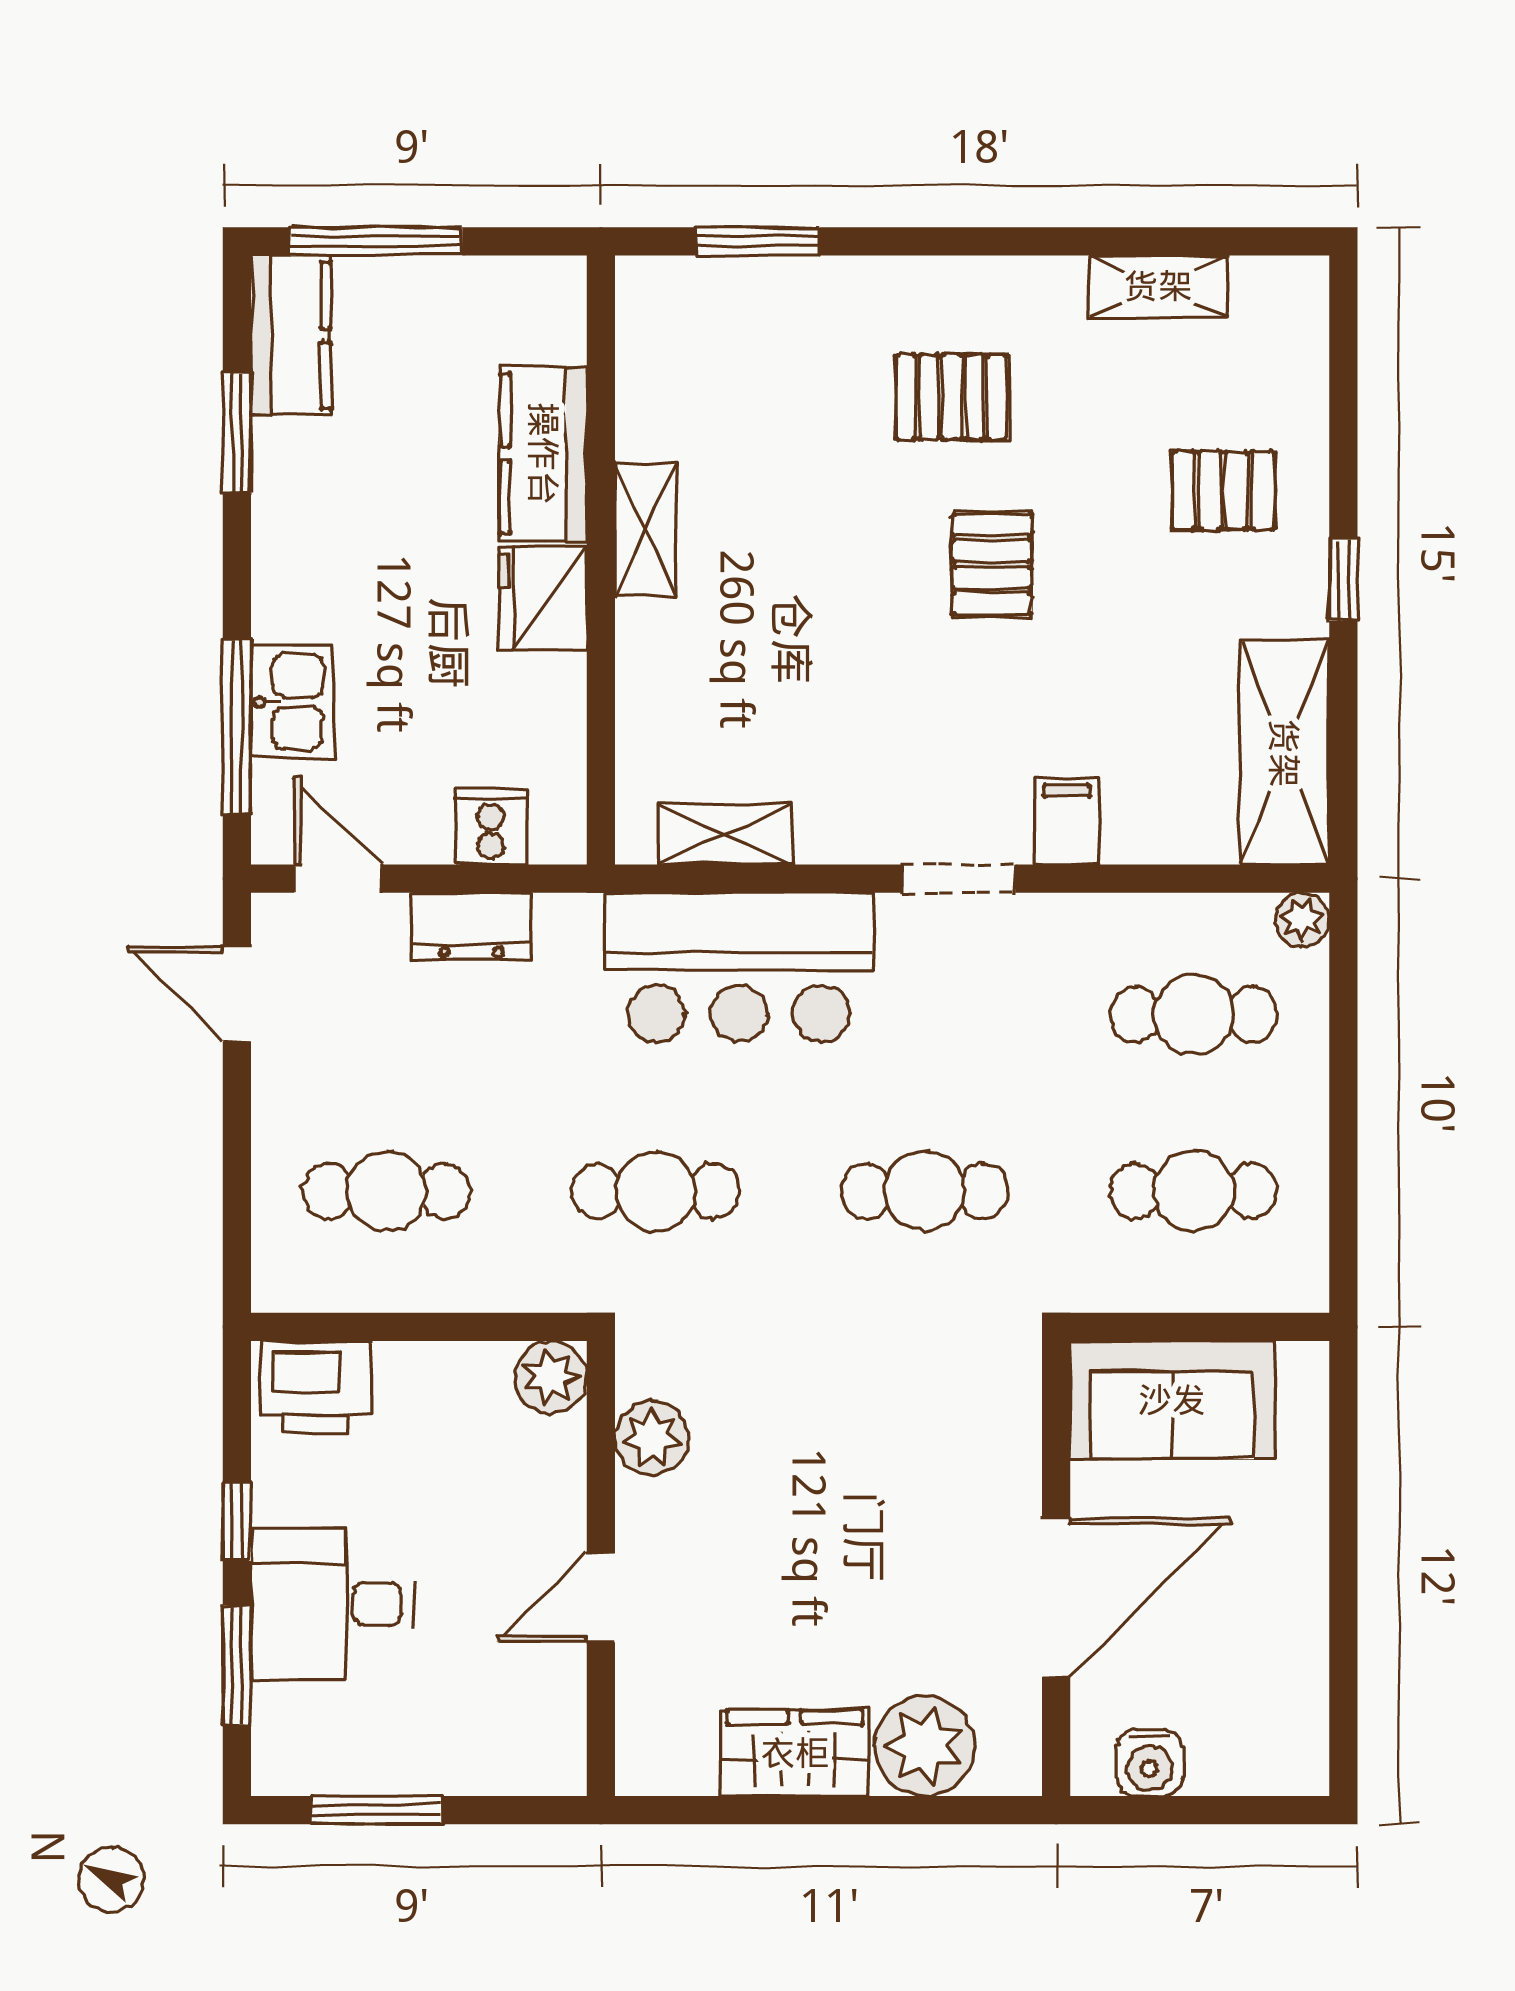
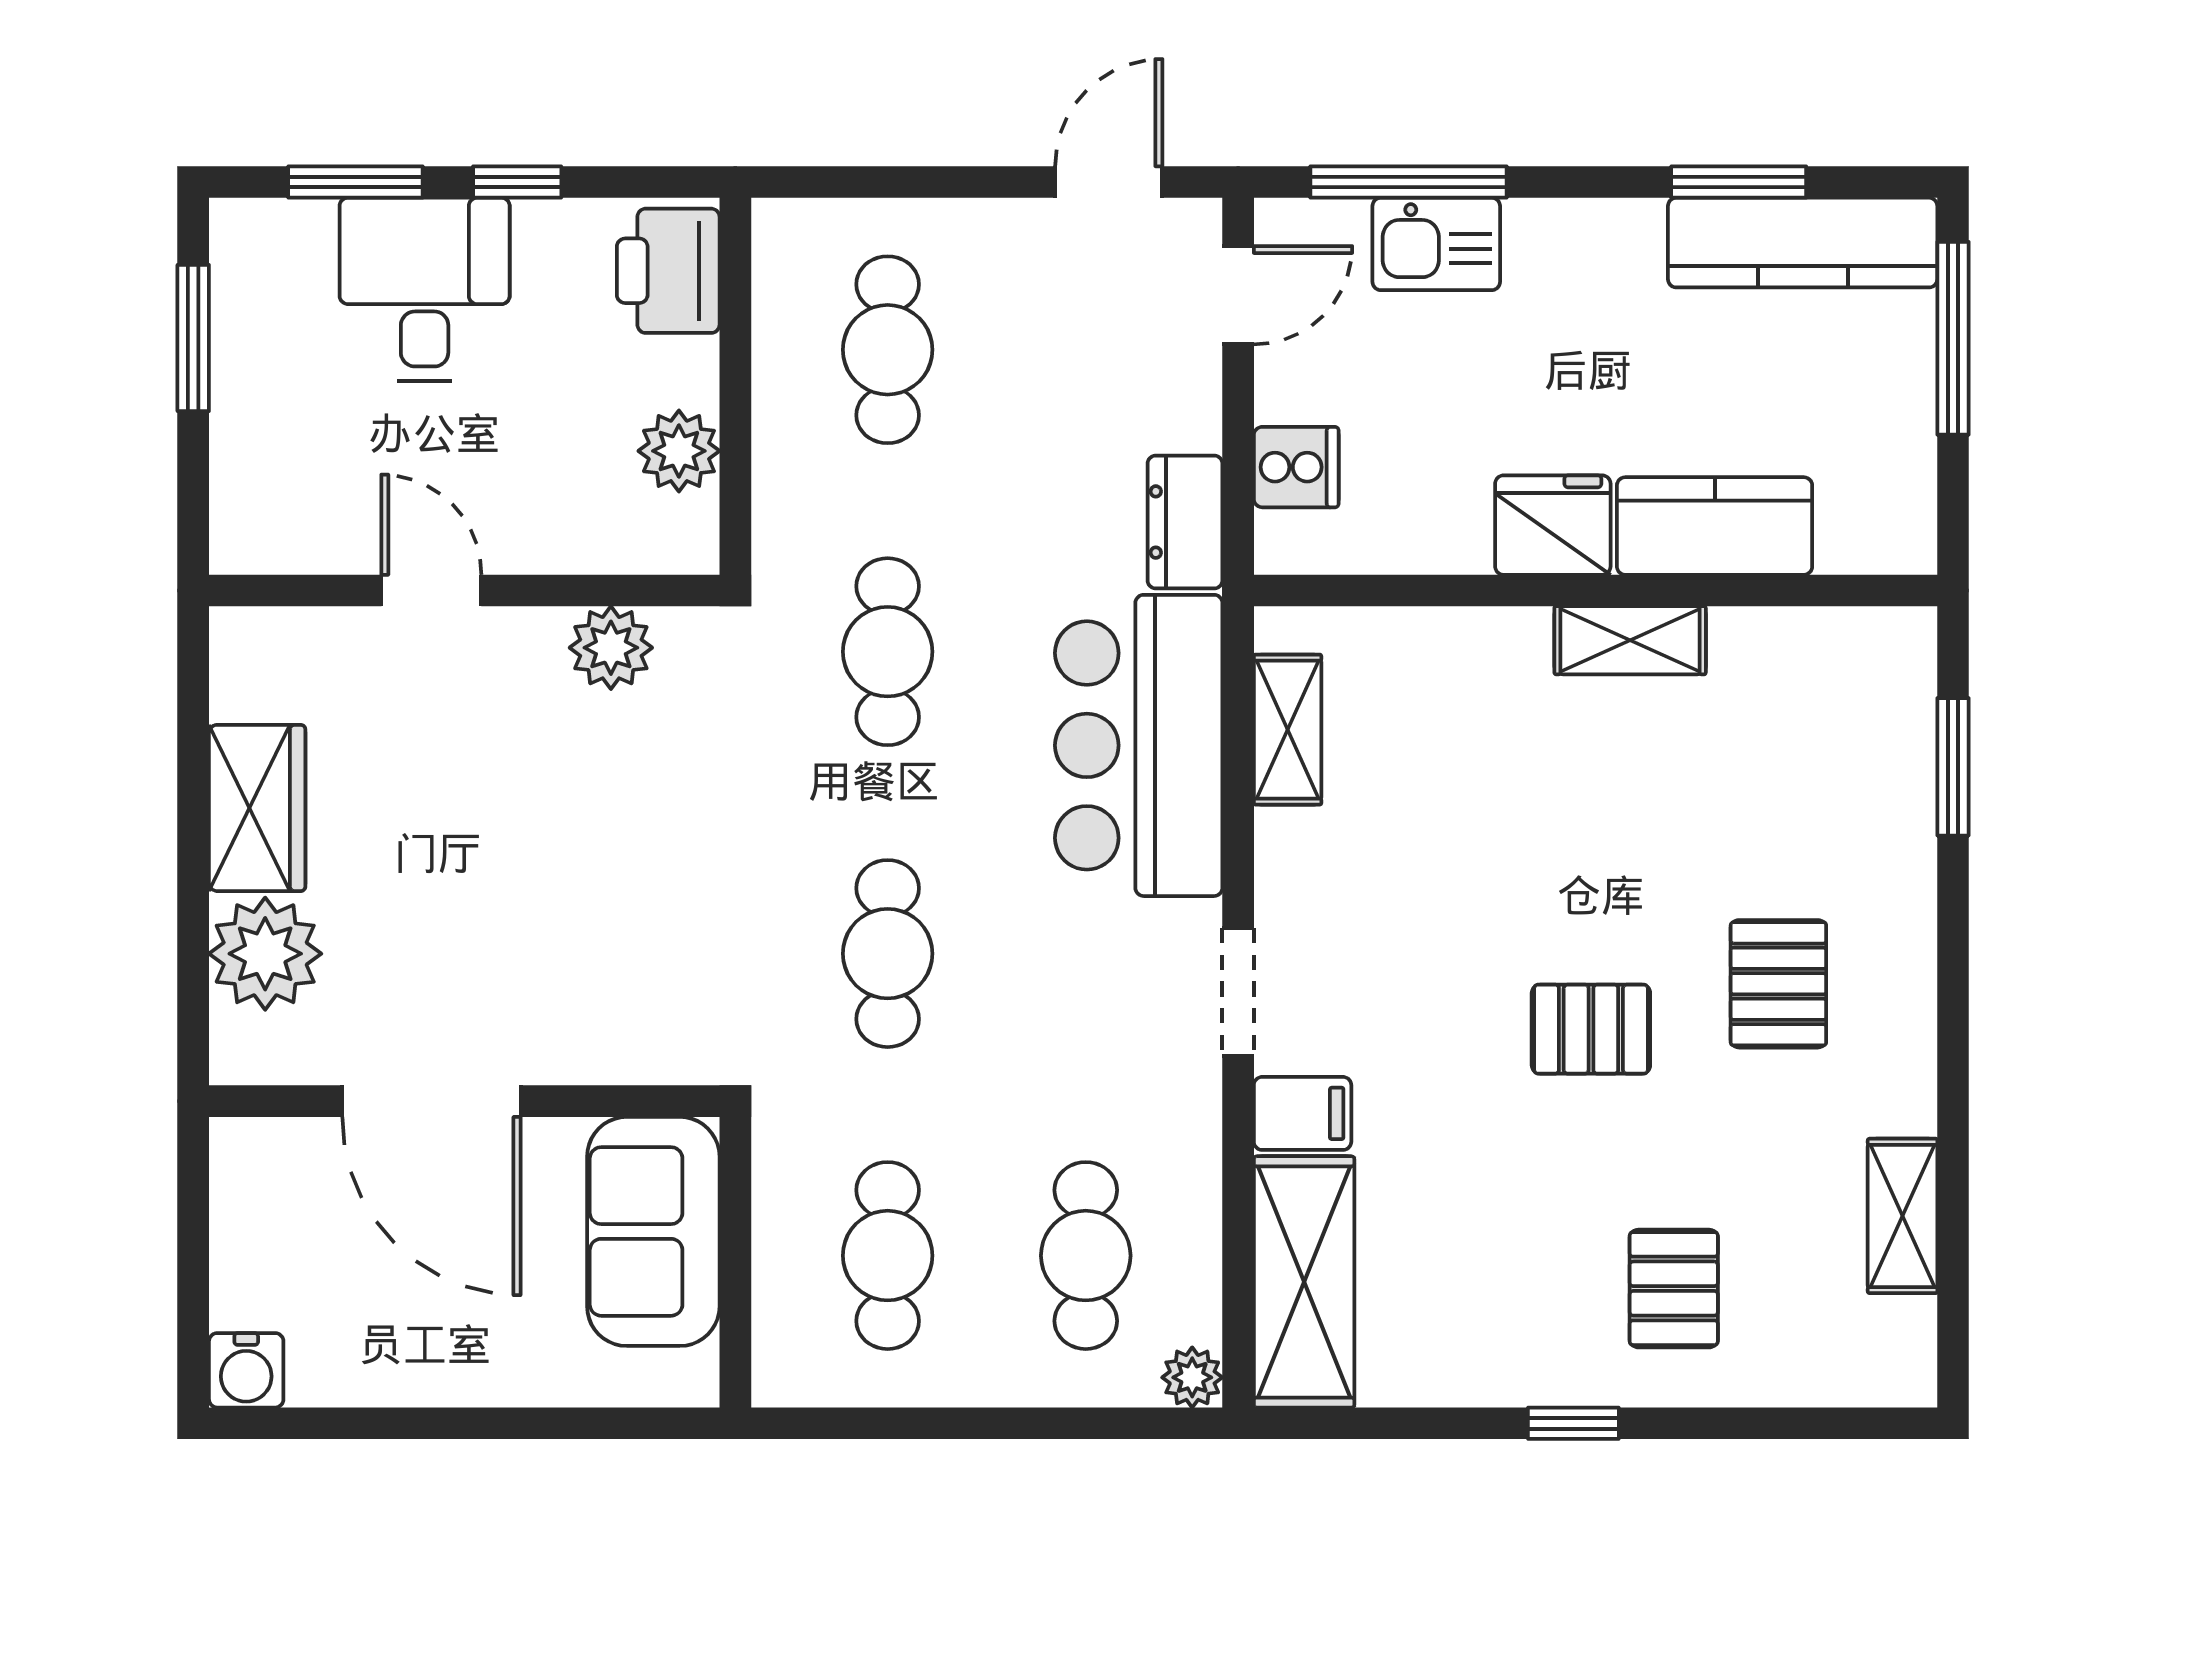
kitchen counter: (291, 335) -> (1803, 243), width x1.50
shelving: (1284, 753) -> (1304, 1282), moved, turned 90
dresser: (471, 926) -> (1185, 522), moved
plant: (551, 1377) -> (679, 451), moved
water cooler: (1150, 1763) -> (246, 1370), moved, turned -90

